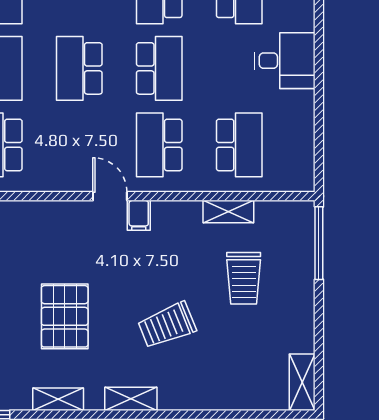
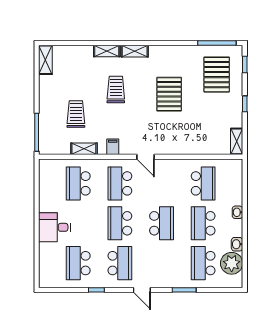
school desk: (159, 145) -> (120, 183), turned 180
filing cabinet: (139, 215) -> (113, 147), moved
trolley: (167, 325) -> (116, 90), turned -68
shelving: (58, 399) -> (107, 51), moved

